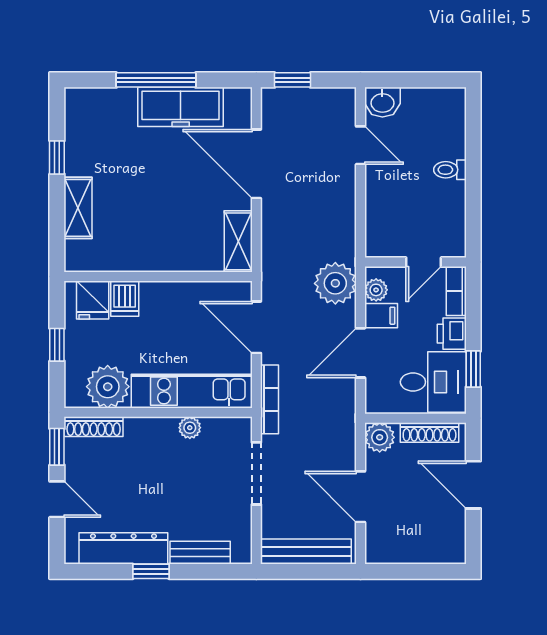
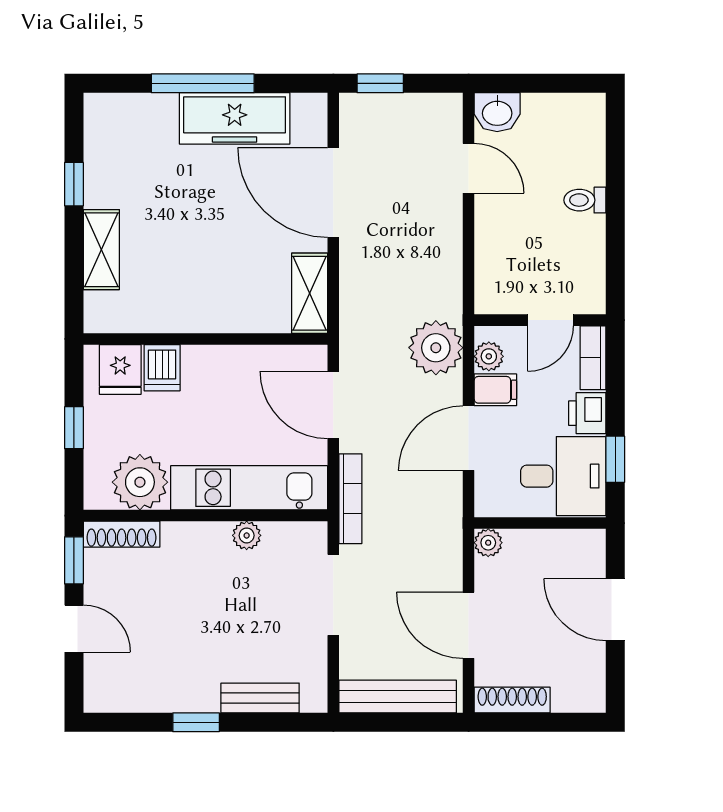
shoe rack: (430, 432) -> (512, 700), moved, turned 180
plant: (380, 437) -> (488, 543), width x0.73, depth x0.73
dresser: (123, 548) -> (160, 692), removed

